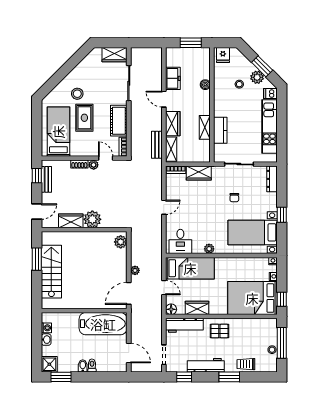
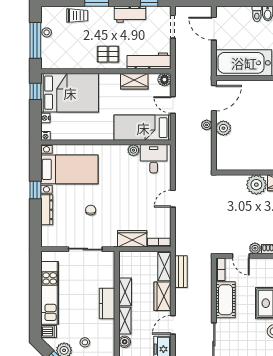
door: (164, 99) -> (173, 325), swing flipped
shelving: (205, 103) -> (125, 321), added
kitchen counter: (220, 130) -> (107, 304), moved
dresser: (272, 179) -> (47, 210), moved
plant: (121, 242) -> (223, 128), moved
plant: (209, 249) -> (133, 150), moved
workbench: (206, 365) -> (130, 14), width x0.73

